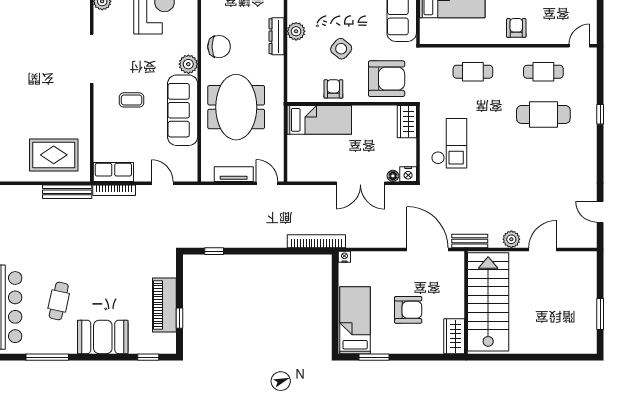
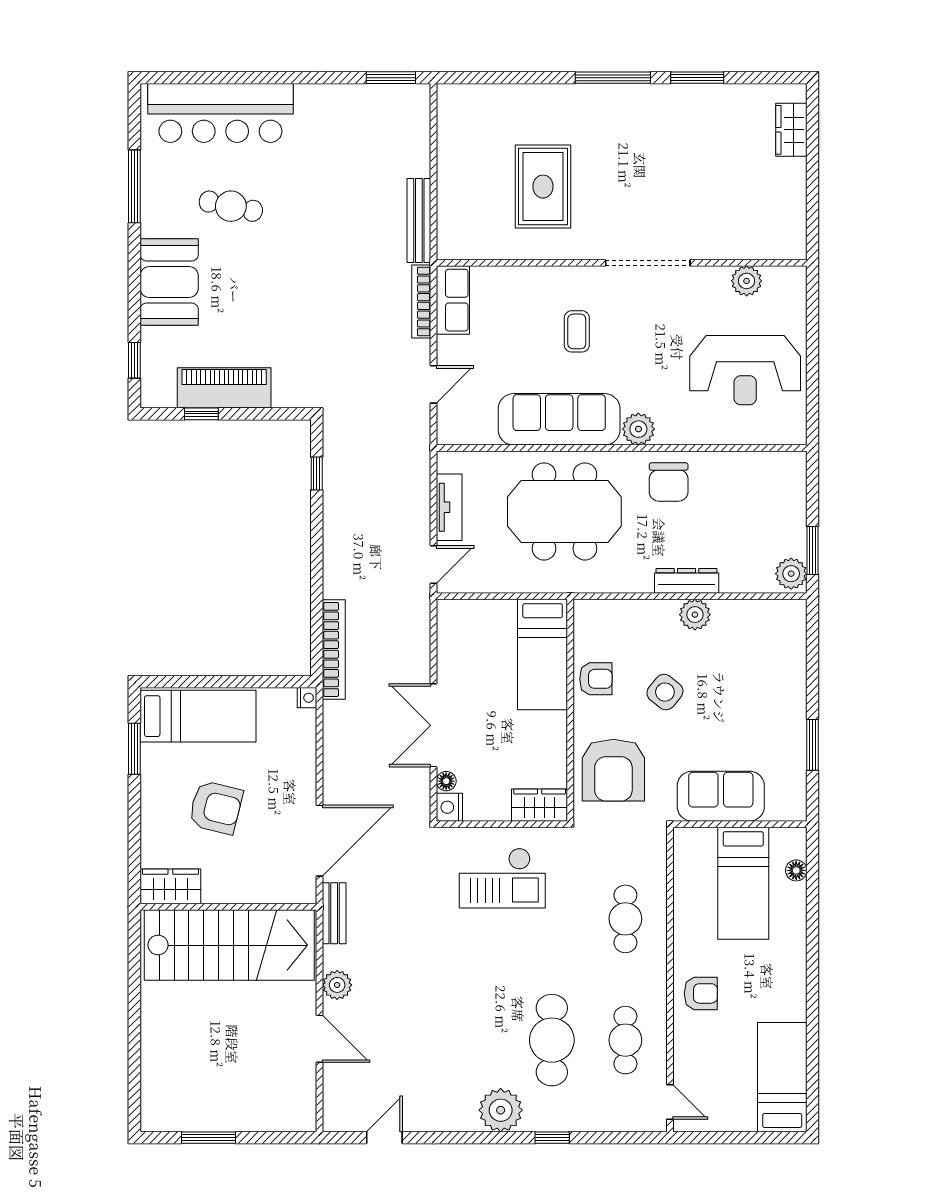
plant: (584, 144) -> (501, 1110), added
rug: (54, 155) -> (543, 187), moved
armchair: (408, 310) -> (216, 807), turned -76

